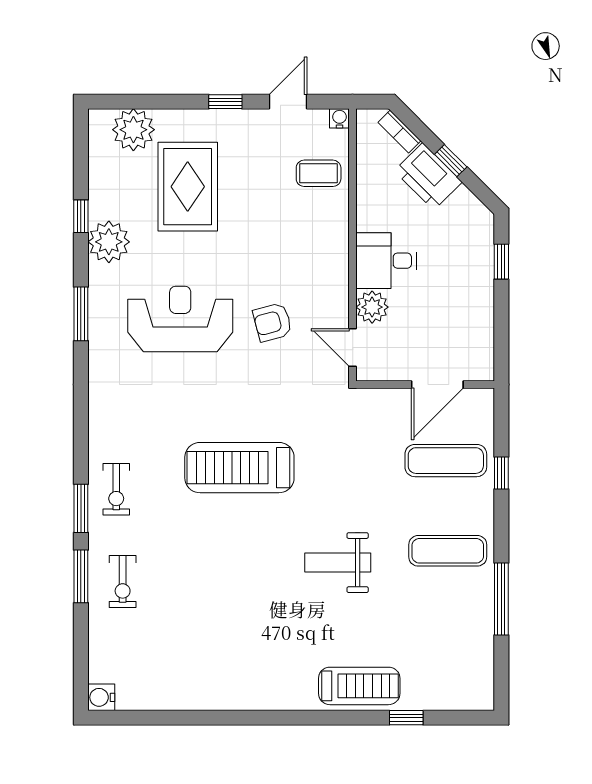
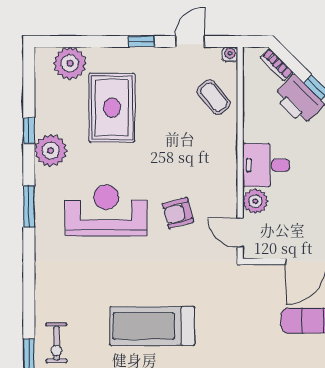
coffee table: (319, 173) -> (214, 97), turned 50

